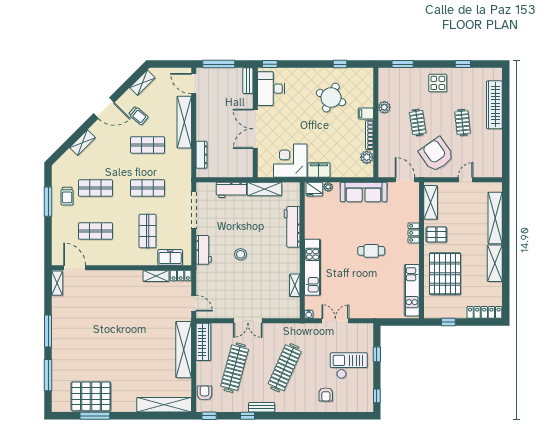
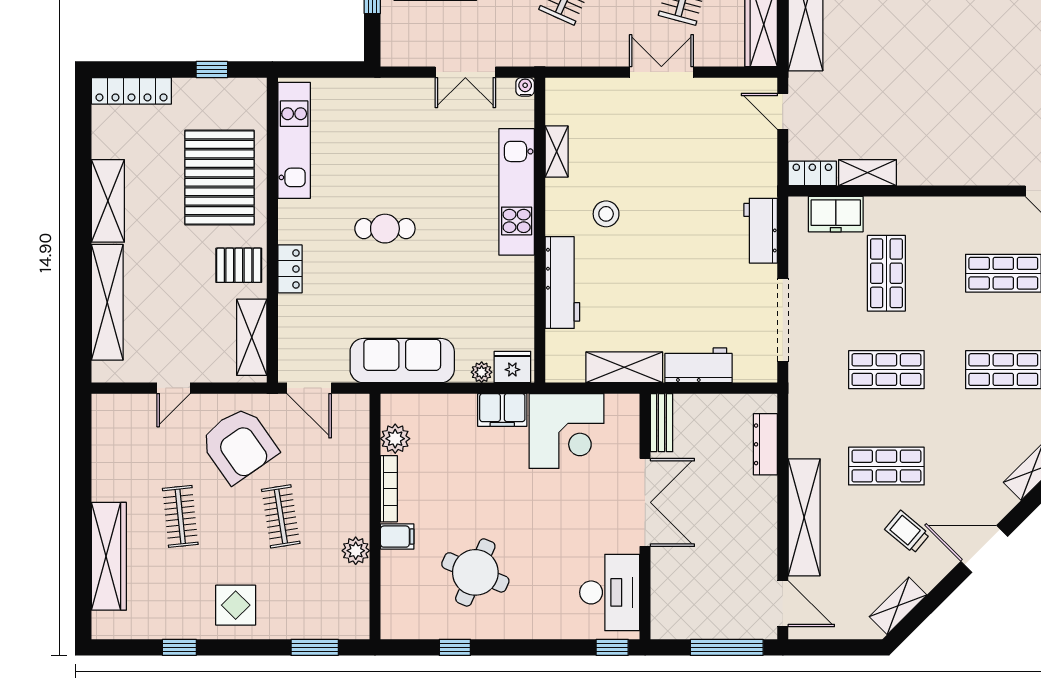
bench: (248, 81) -> (662, 423), moved
stool: (241, 254) -> (606, 214), moved

